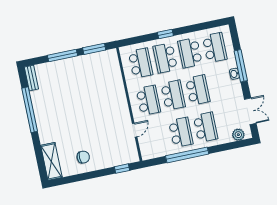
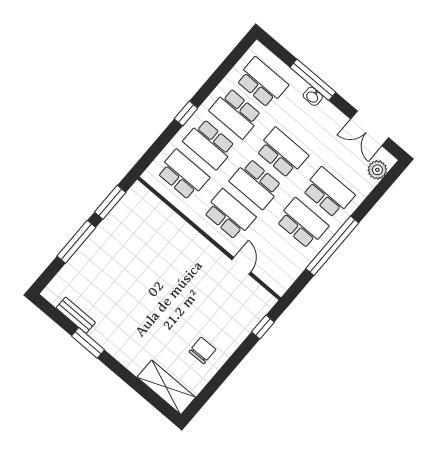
bench: (31, 78) -> (76, 315), moved
school desk: (173, 95) -> (256, 184), turned 180
window: (30, 110) -> (88, 343), width x0.47
double door: (250, 111) -> (370, 128), swing flipped

